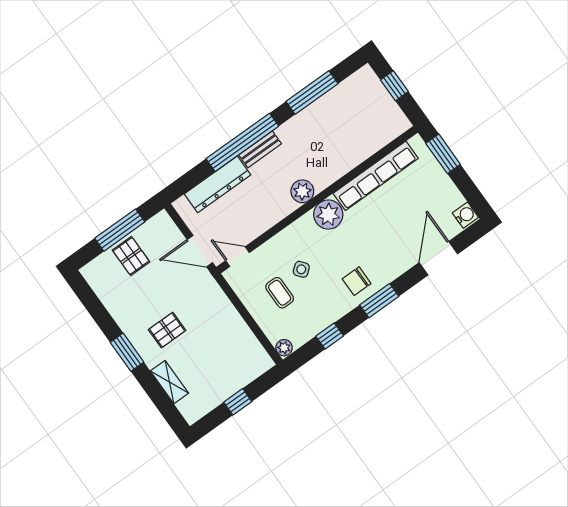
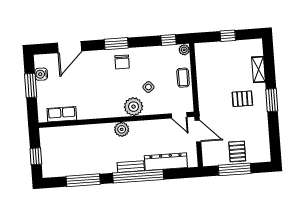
window: (443, 154) -> (31, 85), moved
row of seats: (376, 176) -> (62, 114), width x0.50
plant: (328, 215) -> (134, 107), moved
water cooler: (465, 215) -> (41, 74), moved
chair: (357, 281) -> (122, 62), turned 90
coffee table: (280, 293) -> (183, 78), moved
window: (330, 336) -> (169, 40), moved

